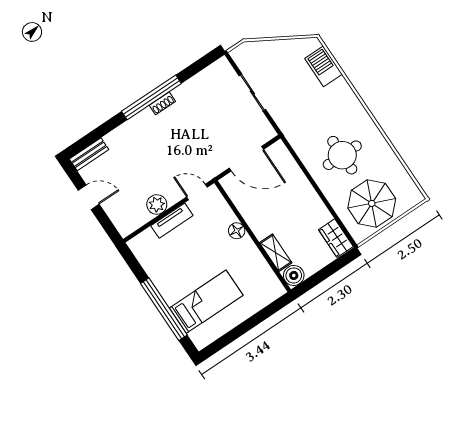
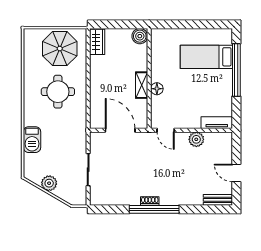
plant: (285, 49) -> (49, 183), added
barbecue: (323, 66) -> (32, 140), moved
tv unit: (172, 221) -> (217, 123), moved
shelving: (276, 253) -> (142, 85), moved

